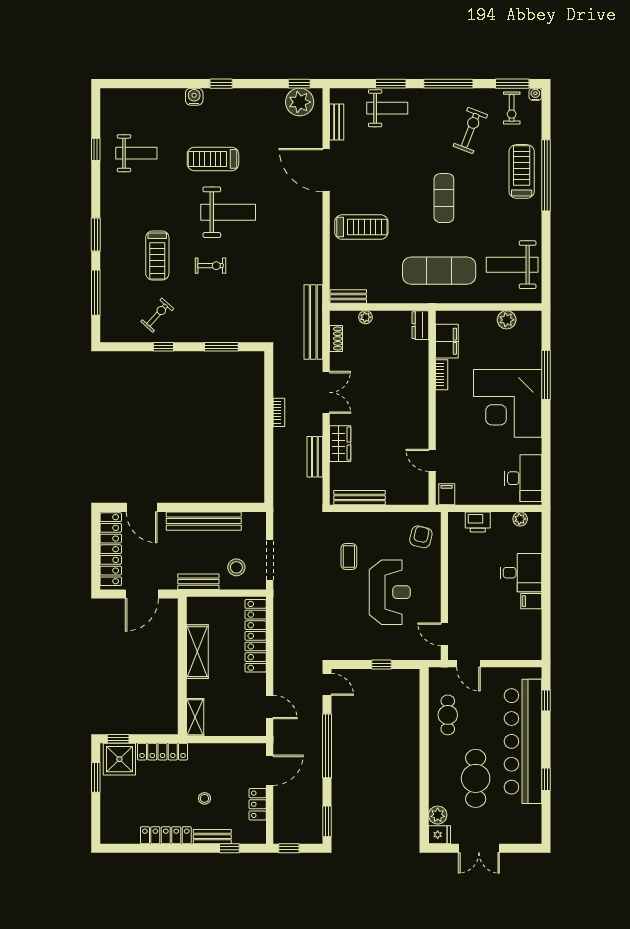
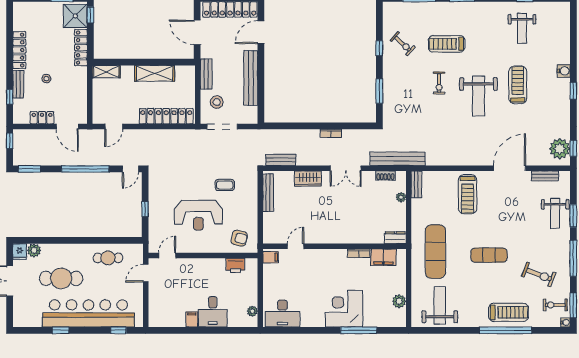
corner desk: (508, 403) -> (344, 309), width x0.74, depth x0.74
bench: (315, 457) -> (281, 160), moved
printer: (478, 522) -> (235, 266), moved, turned -90

